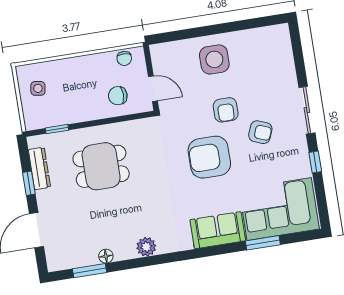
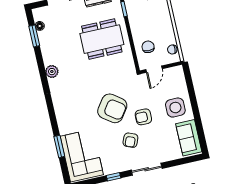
armchair: (209, 157) -> (112, 108), turned 126
dining table: (101, 166) -> (102, 39), width x1.37
sofa: (218, 230) -> (189, 138), moved, turned 180
floor lamp: (106, 256) -> (40, 26), moved

